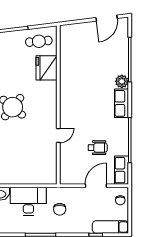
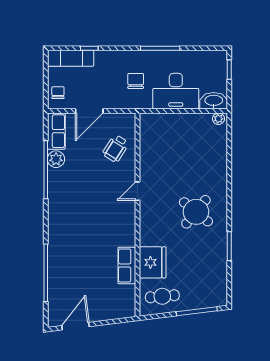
plant: (122, 81) -> (56, 159), moved
row of seats: (121, 103) -> (127, 265), moved, turned 180
door: (58, 136) -> (137, 191), moved
wheelchair: (98, 148) -> (116, 148), moved, turned -58

